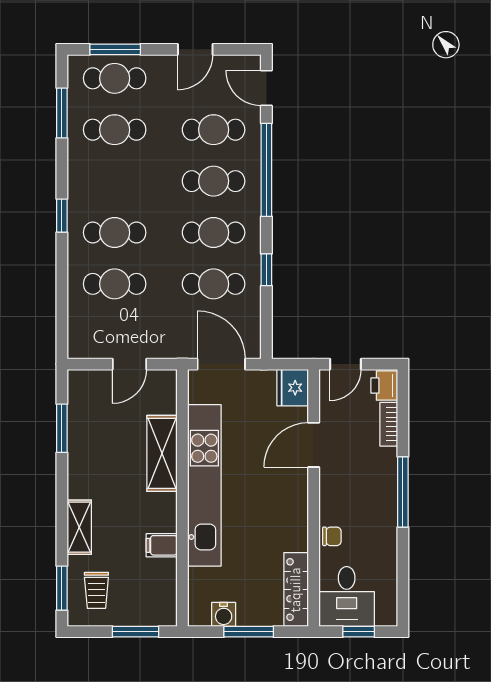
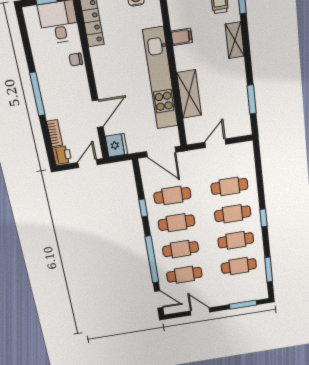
door: (195, 49) -> (200, 311), hinge flipped
cafe table: (115, 78) -> (236, 240), moved

